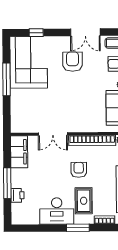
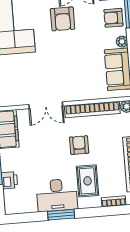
armchair: (73, 62) -> (63, 19), turned 180
window: (78, 228) -> (61, 215), moved

